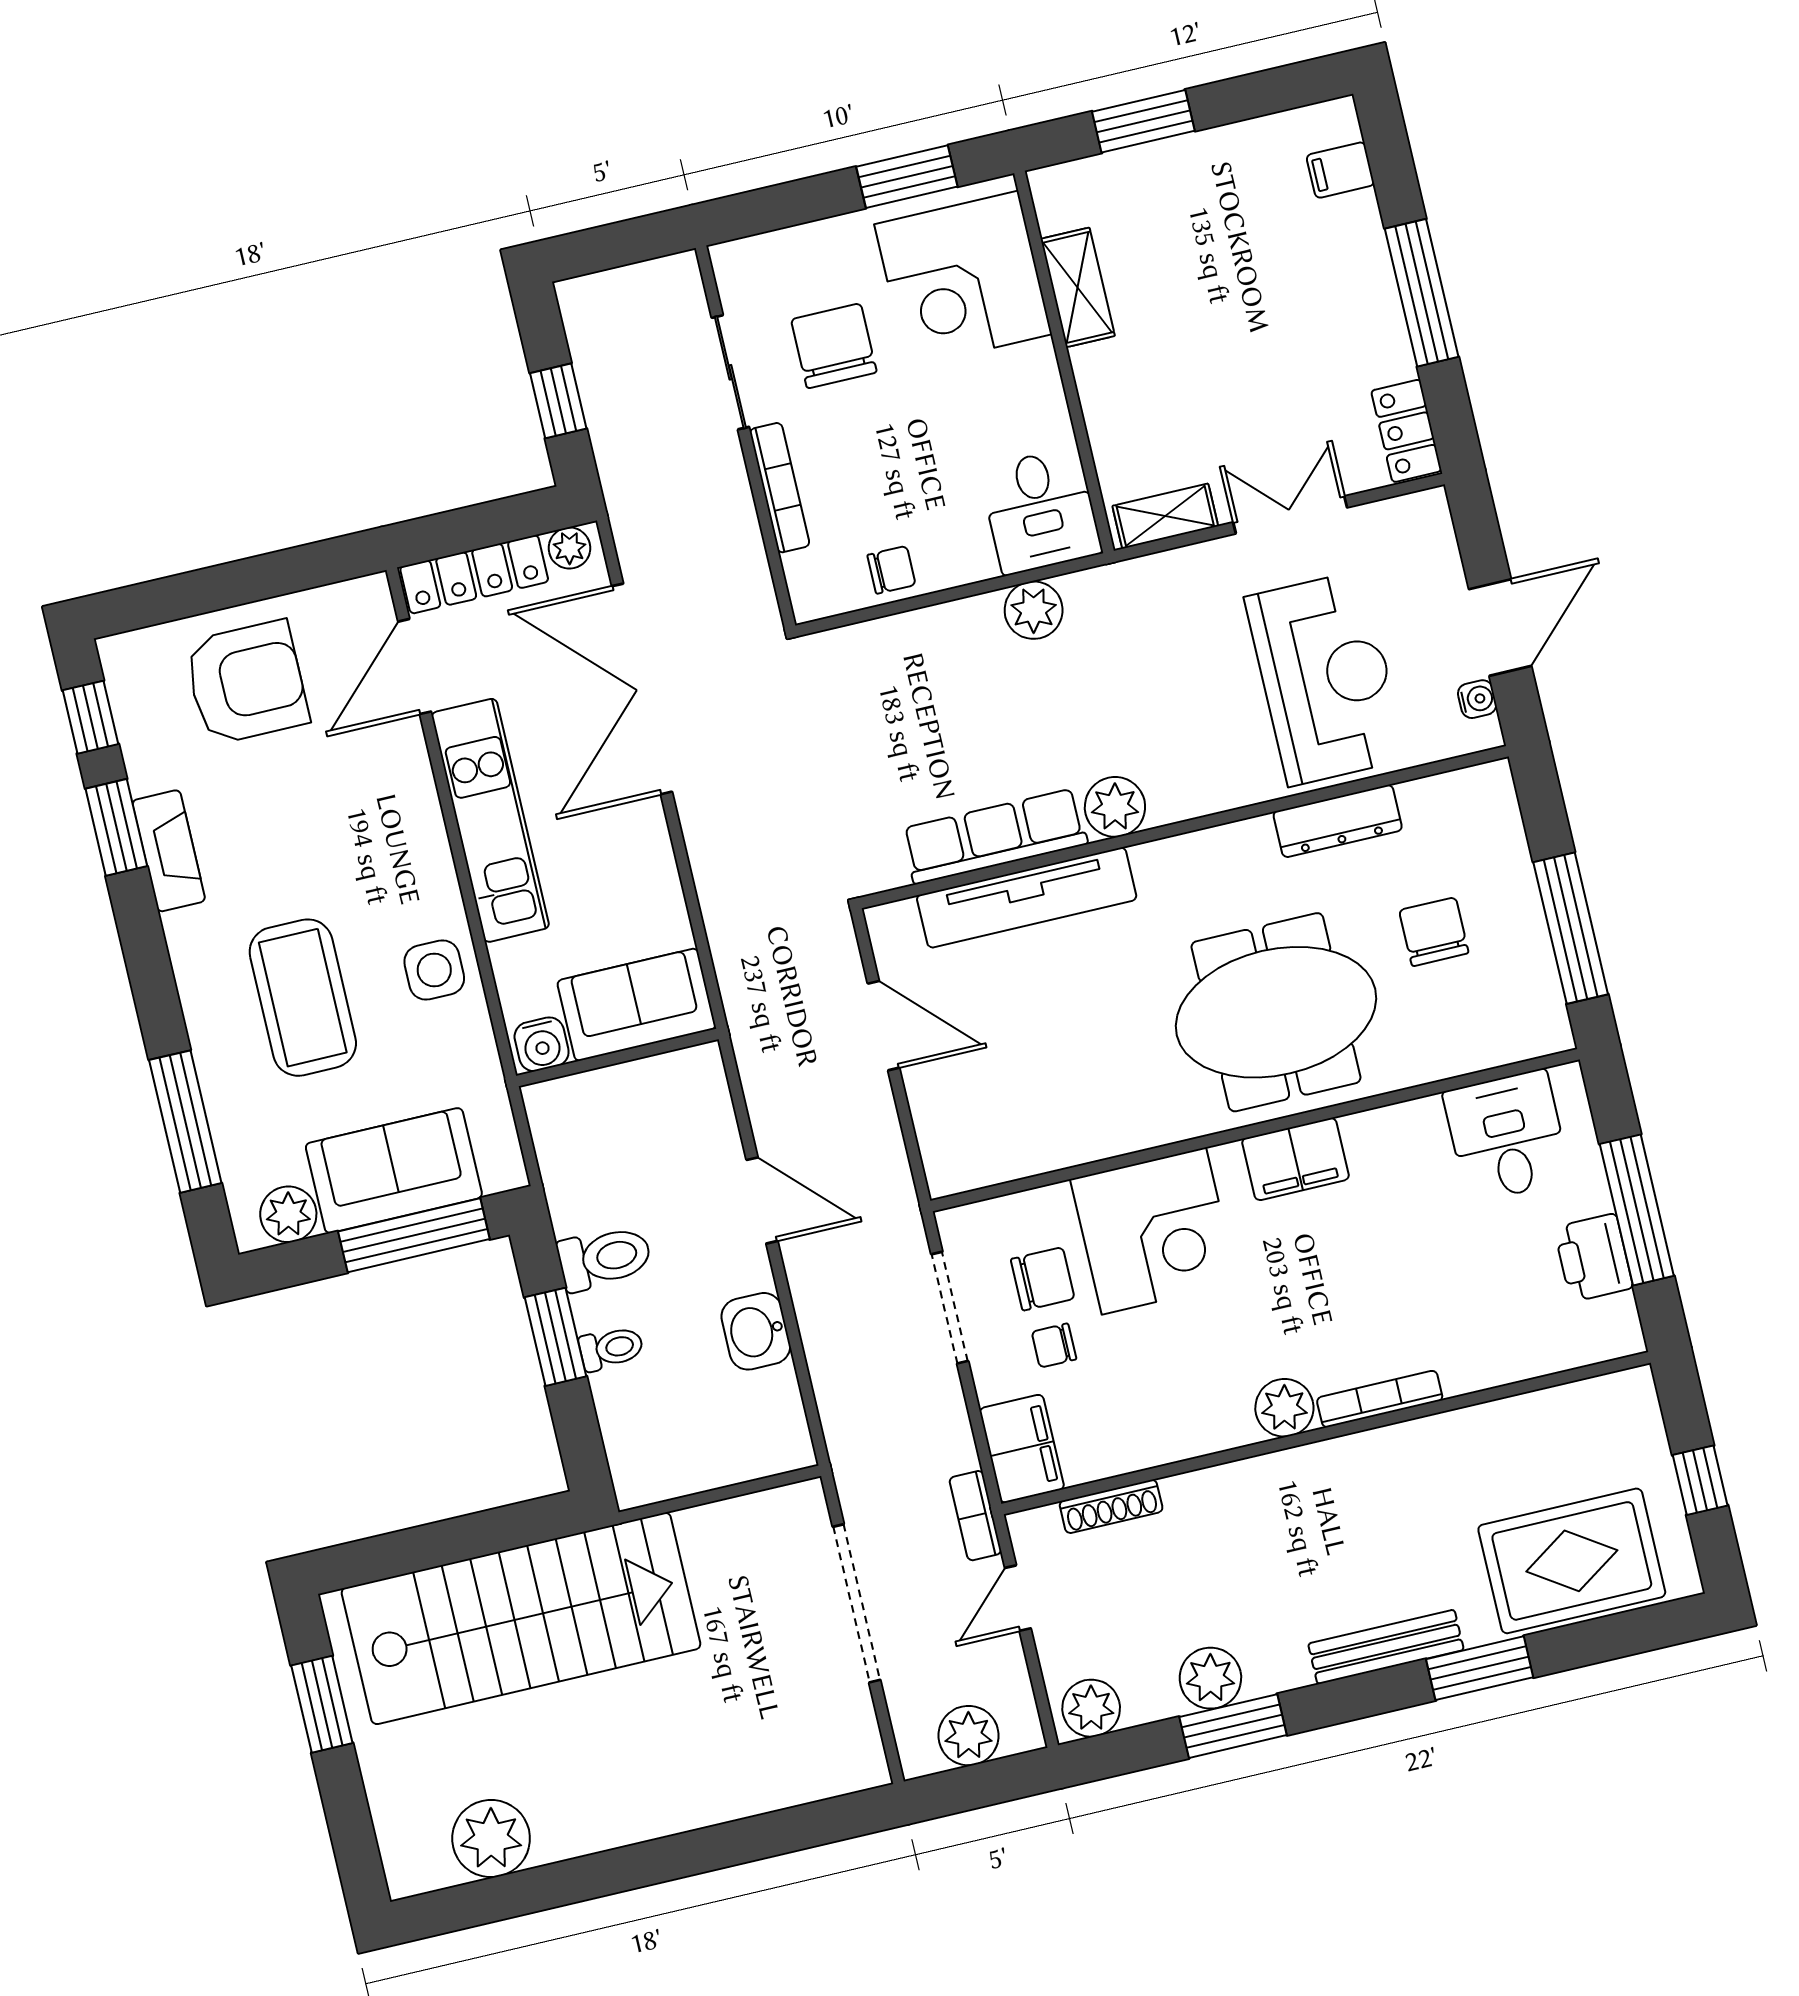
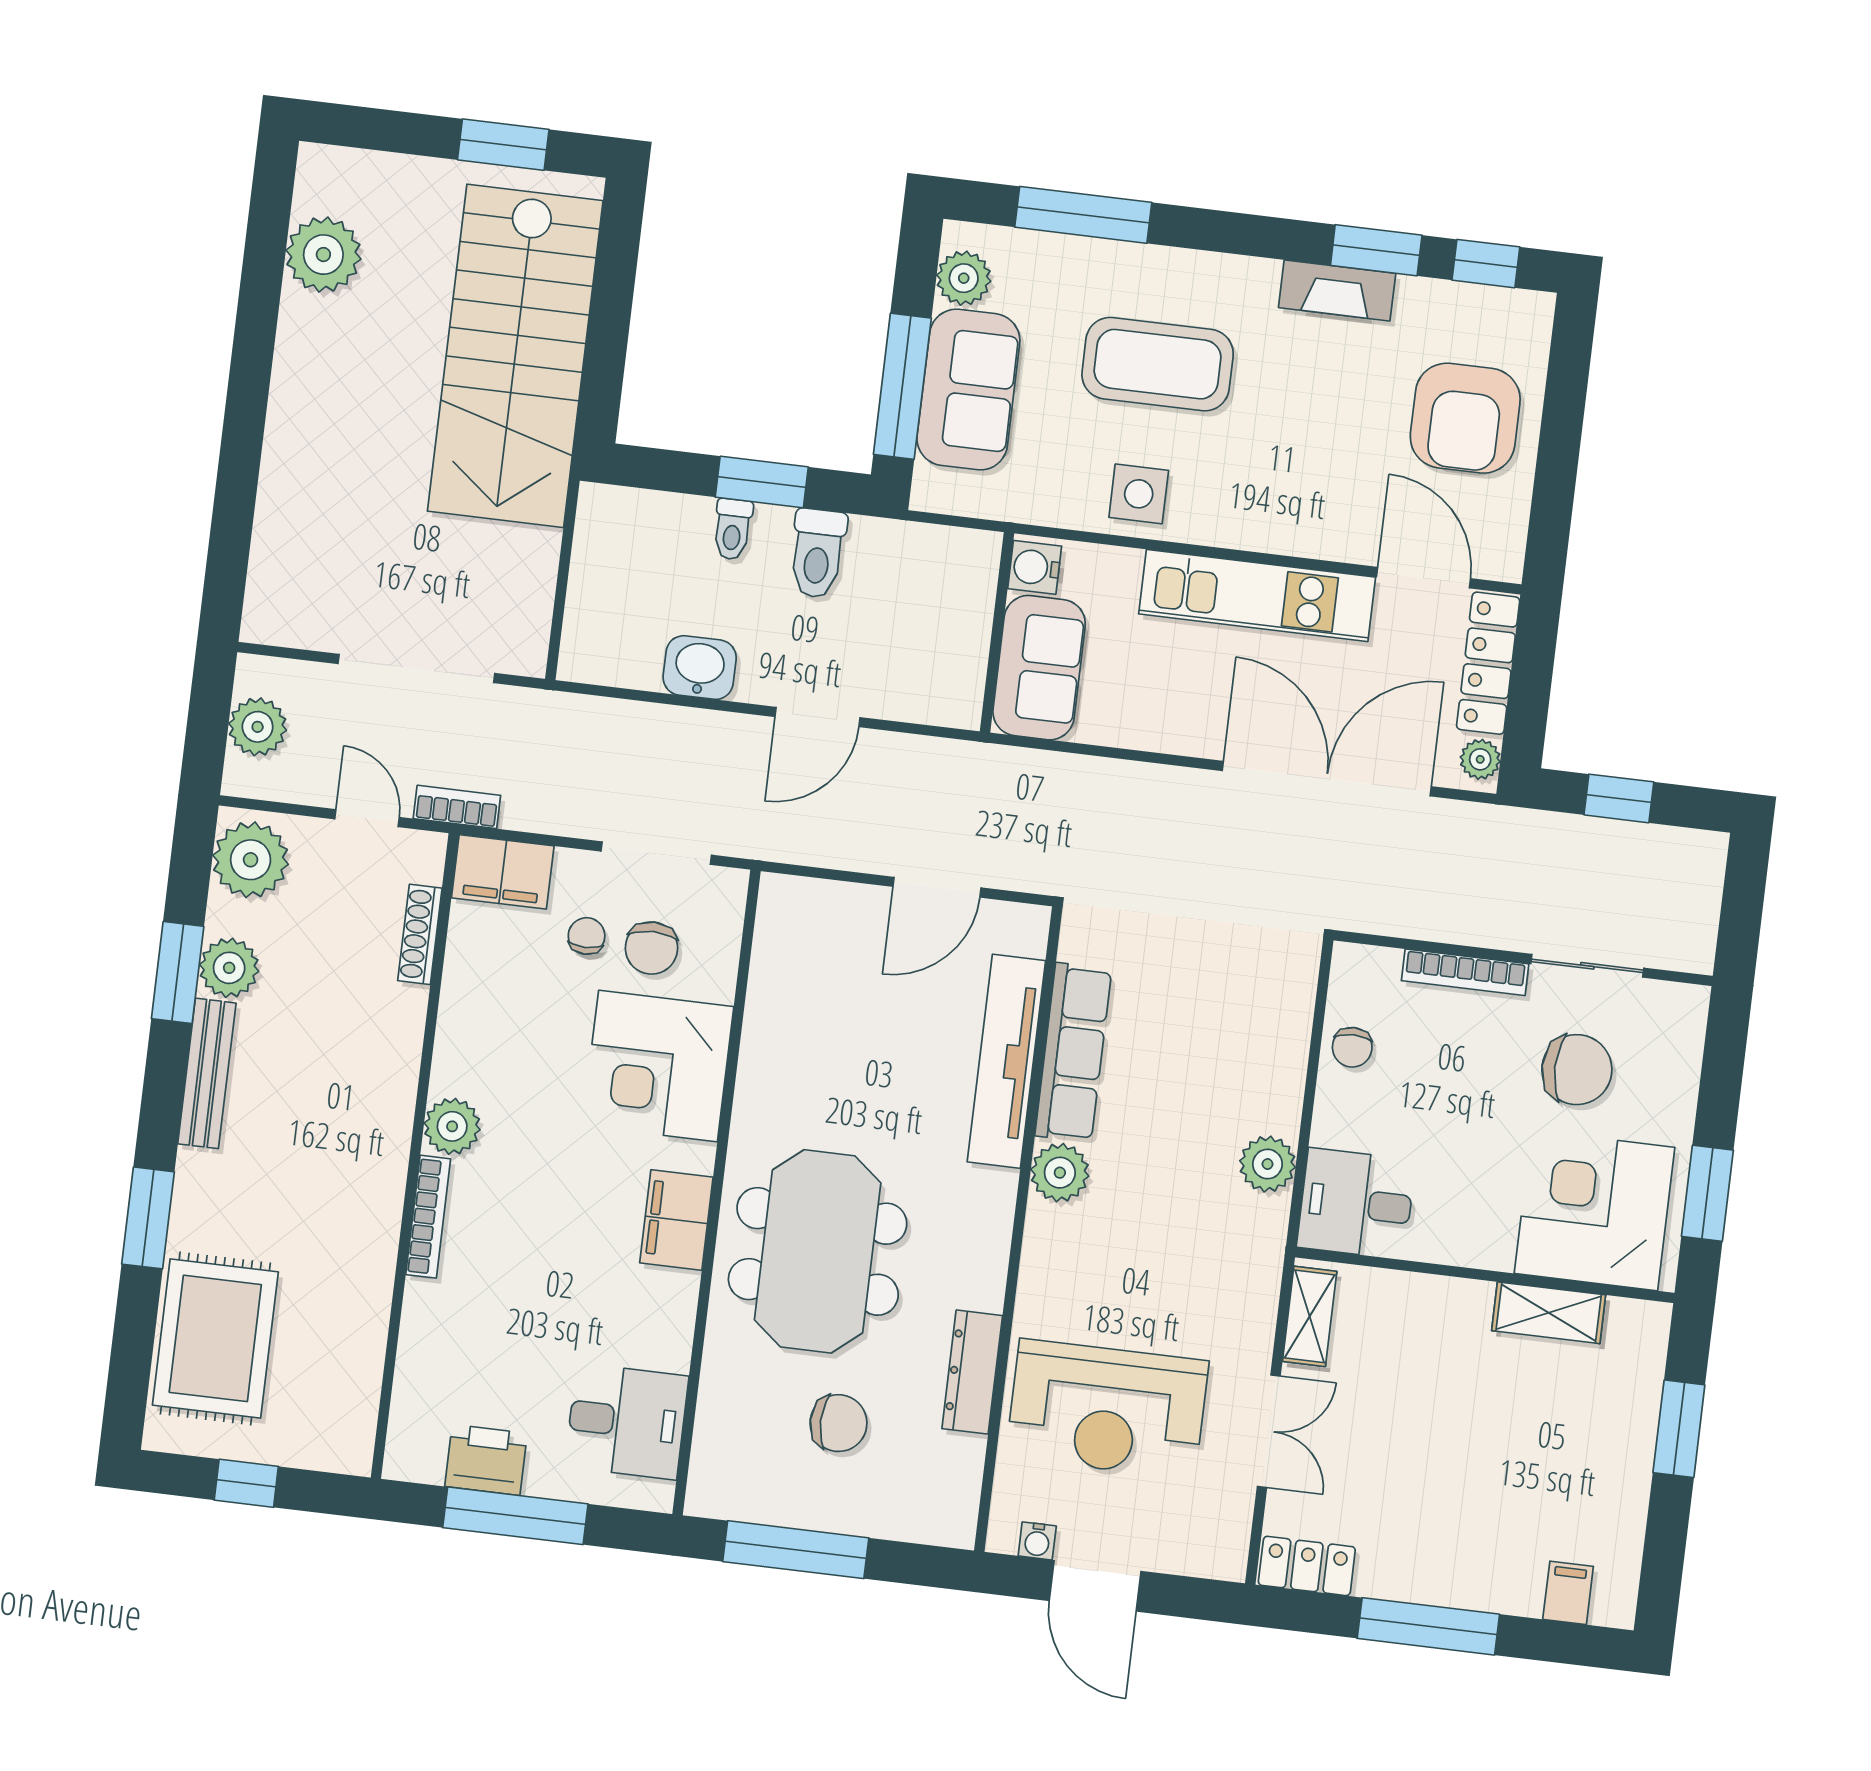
bench: (1386, 1647) -> (207, 1073), moved
plant: (1091, 1708) -> (251, 860), width x1.36, depth x1.36

